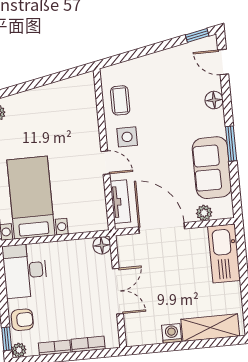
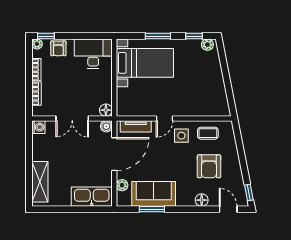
door: (223, 62) -> (228, 209), hinge flipped
armchair: (166, 94) -> (209, 166), added
window: (231, 144) -> (152, 209), moved
boiler: (124, 243) -> (106, 126), added
washing machine: (172, 333) -> (38, 127), moved

